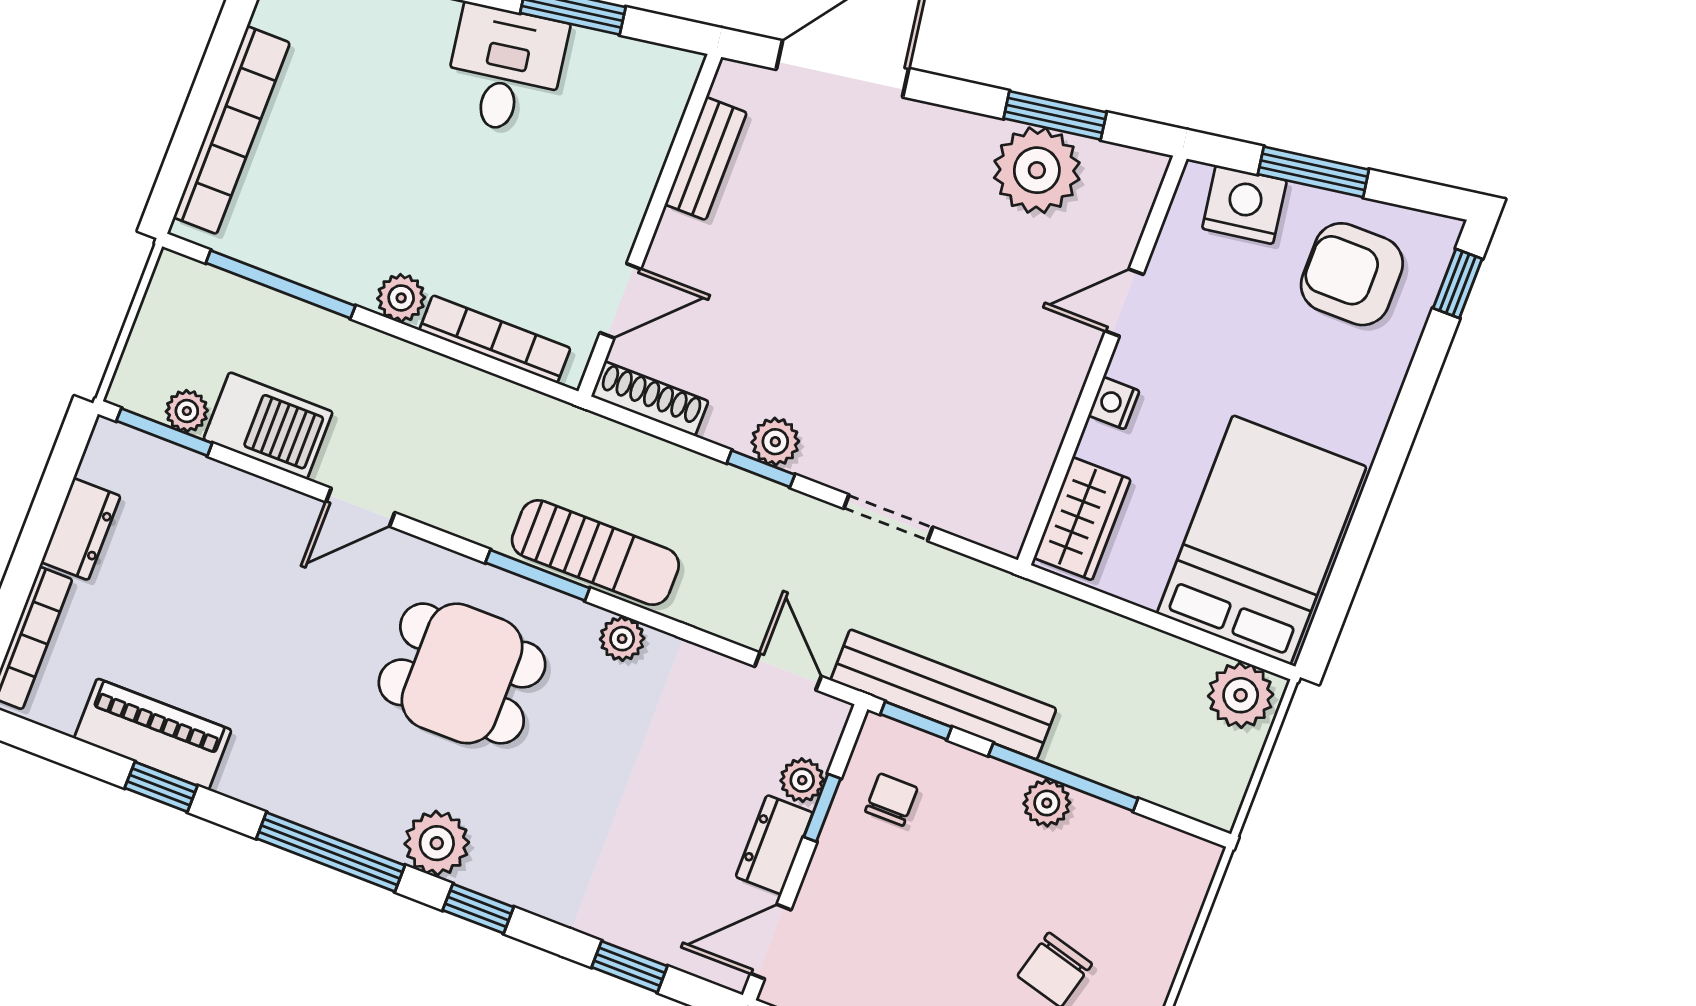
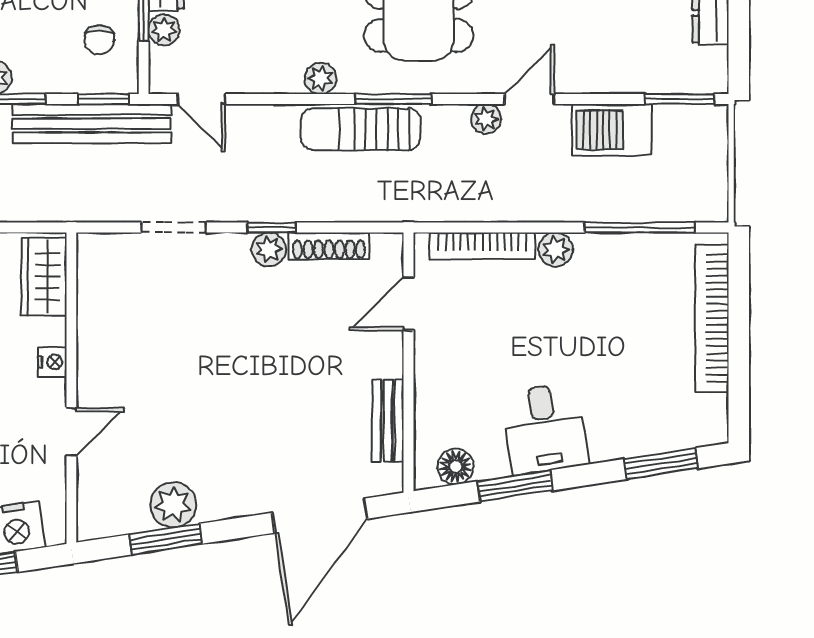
floor lamp: (640, 65) -> (456, 467), added
plant: (1037, 170) -> (173, 505), width x0.73, depth x0.73
shoe rack: (650, 399) -> (329, 246), moved
plant: (187, 411) -> (486, 119), moved

